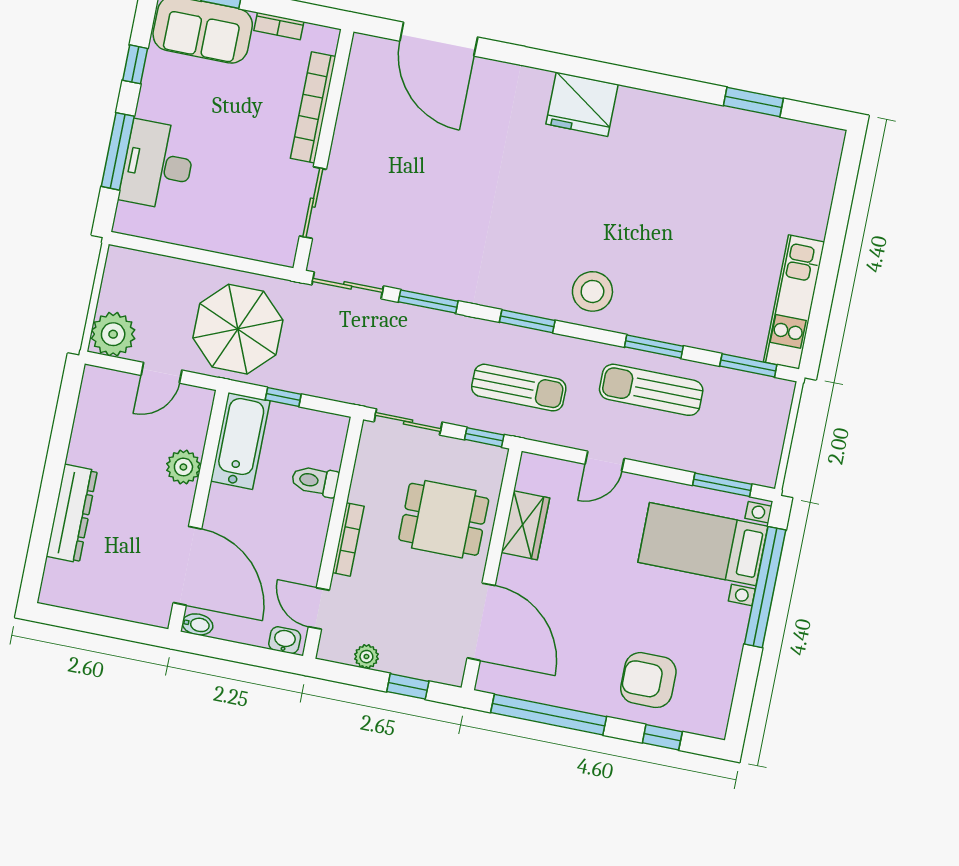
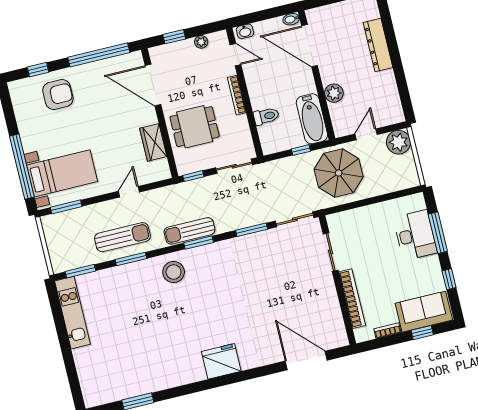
sun lounger: (519, 388) -> (190, 231), moved

